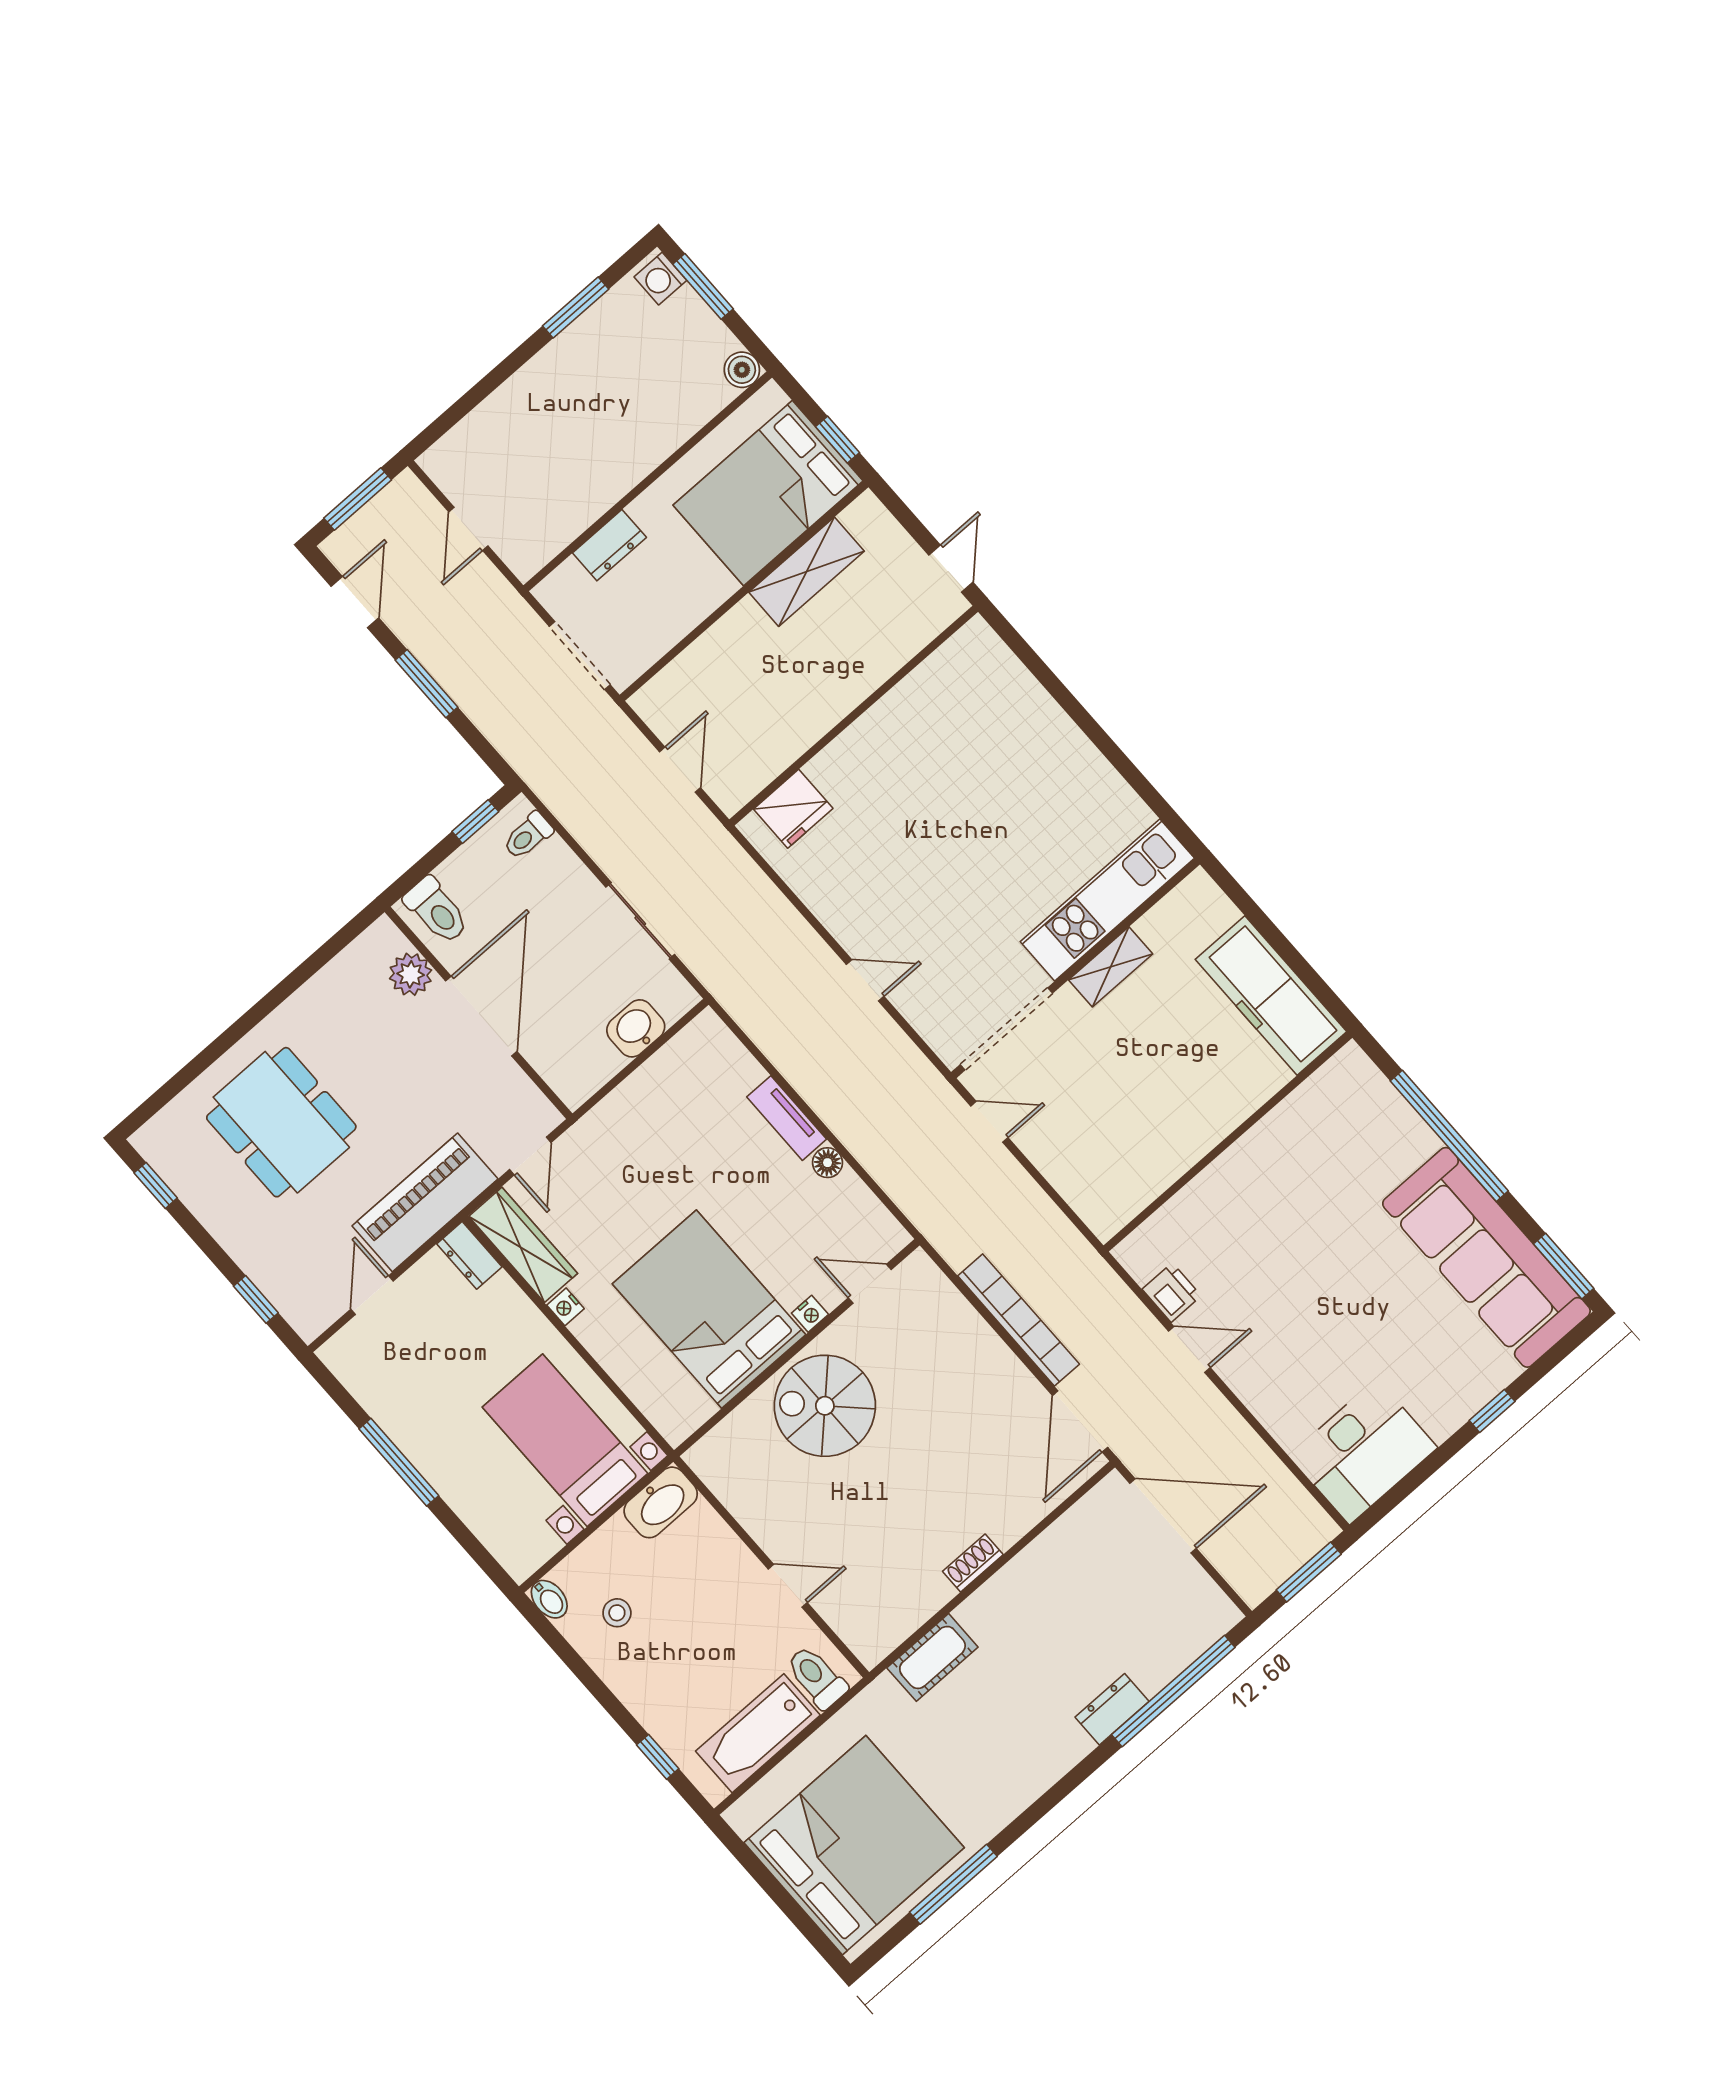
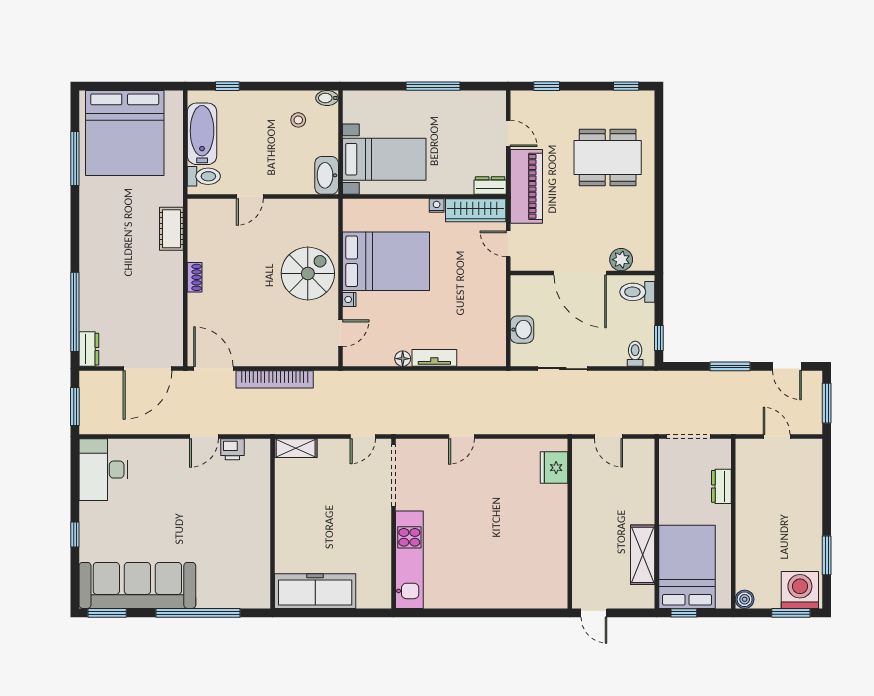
washing machine: (660, 279) -> (800, 590), width x1.89, depth x1.89
shelving: (1111, 967) -> (296, 448), moved, turned 90
dresser: (1112, 1709) -> (89, 349), moved

